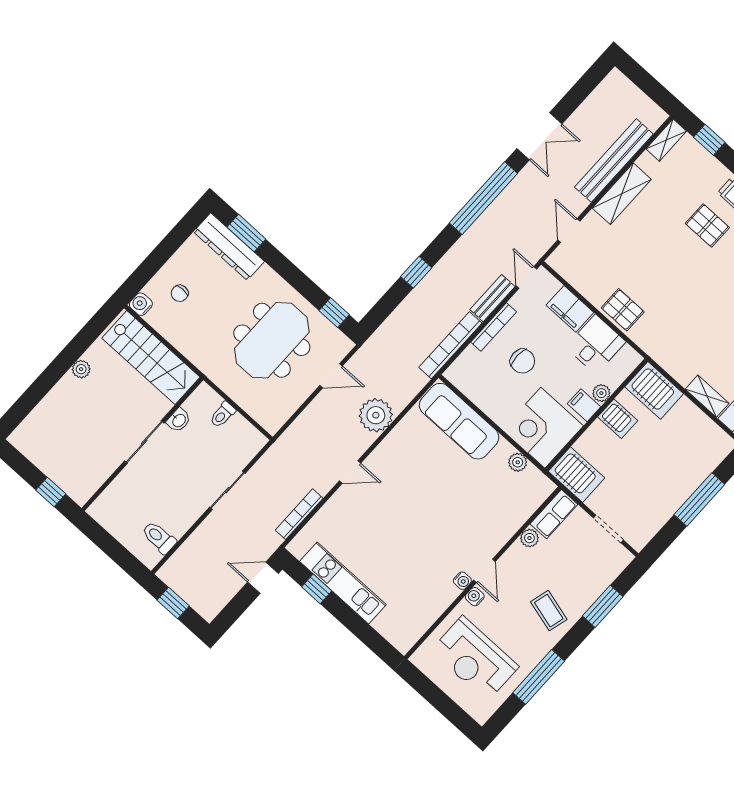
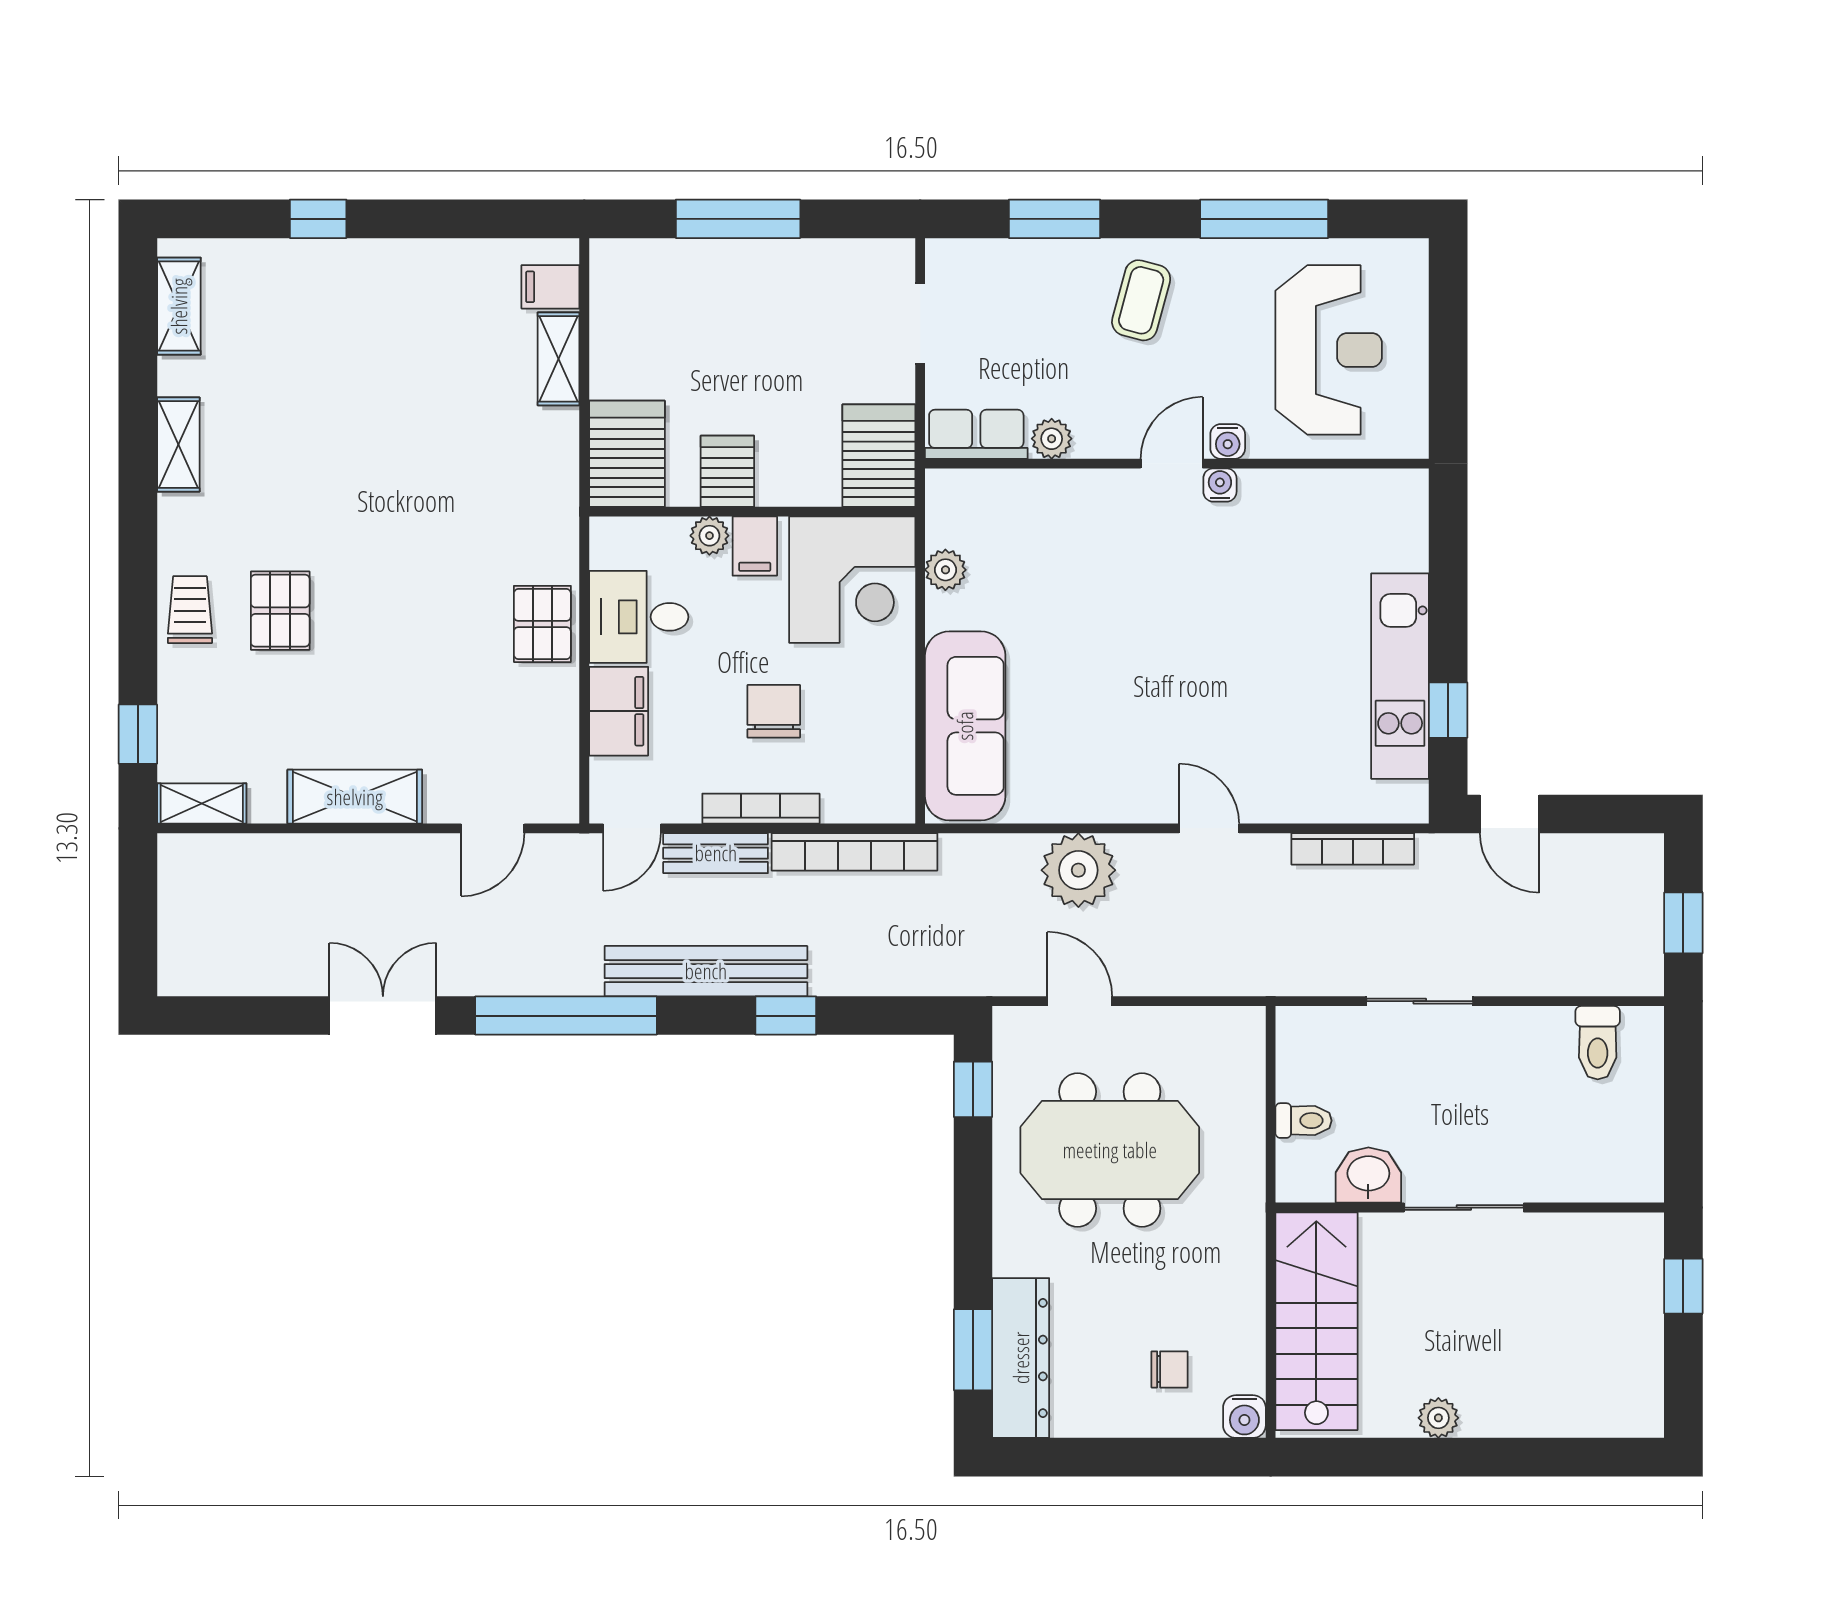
bench: (614, 161) -> (706, 971), moved
washbasin: (179, 420) -> (1368, 1175), width x1.38, depth x1.45

